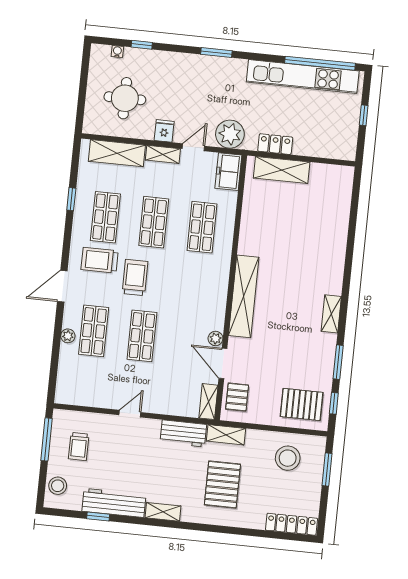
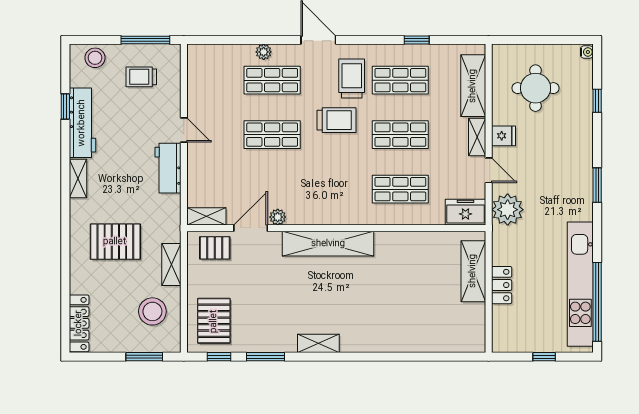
water cooler: (117, 51) -> (587, 52), moved
locker: (275, 144) -> (502, 285), moved
workbench: (183, 433) -> (168, 168), moved
shelving: (226, 435) -> (171, 264), moved

